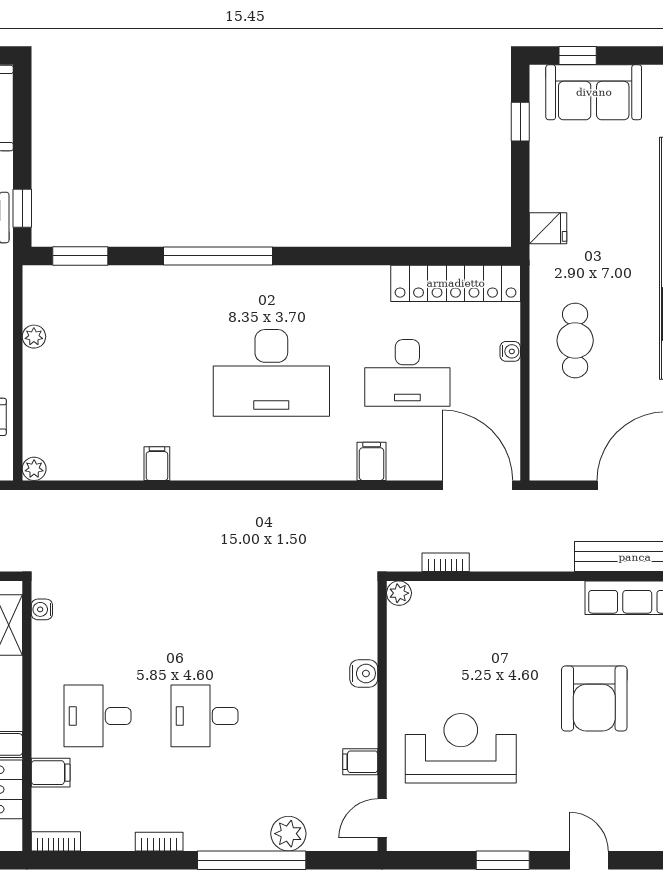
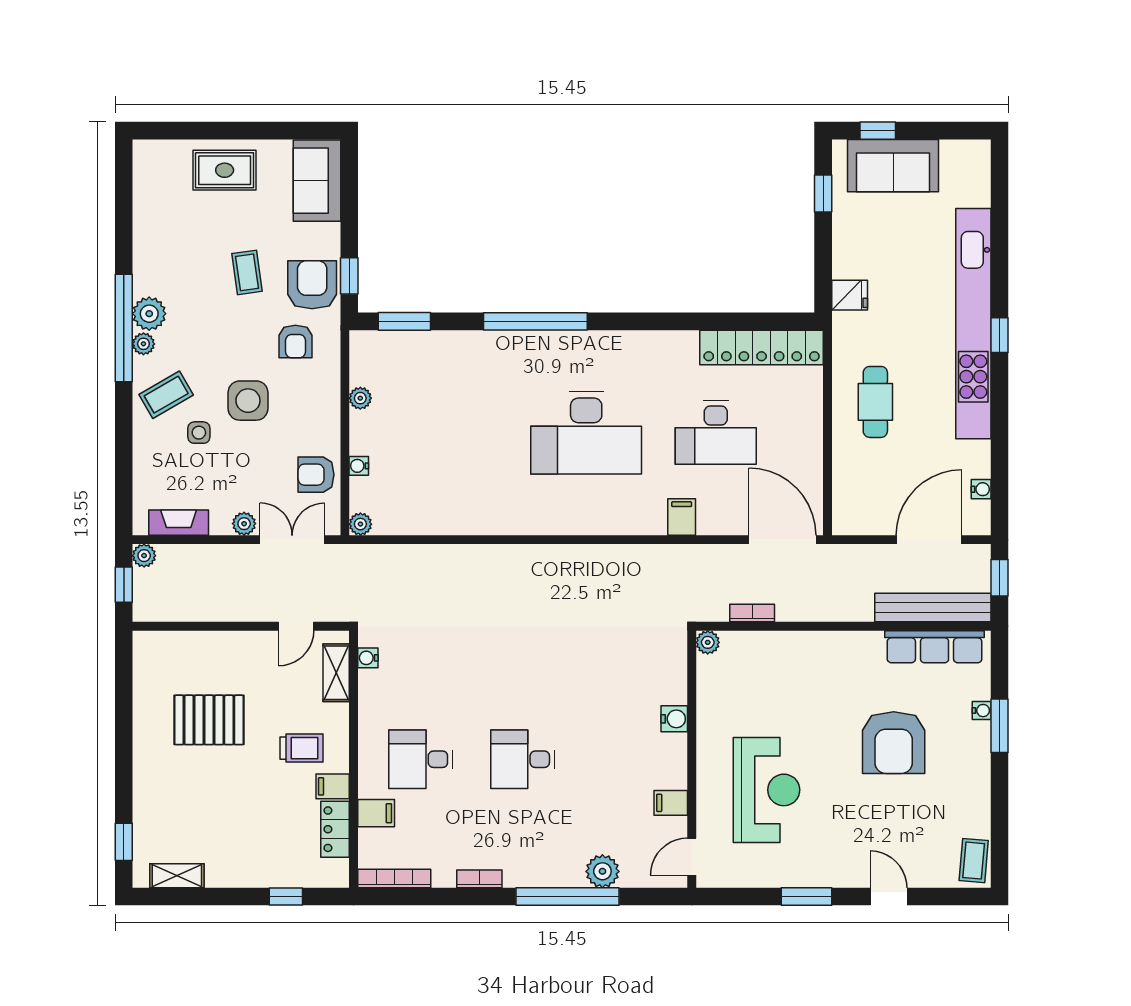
water cooler: (510, 351) -> (359, 466), moved, turned 180
filing cabinet: (157, 464) -> (477, 519), removed
reception desk: (461, 748) -> (767, 790), turned 90
bookcase: (56, 841) -> (394, 879), width x1.56

